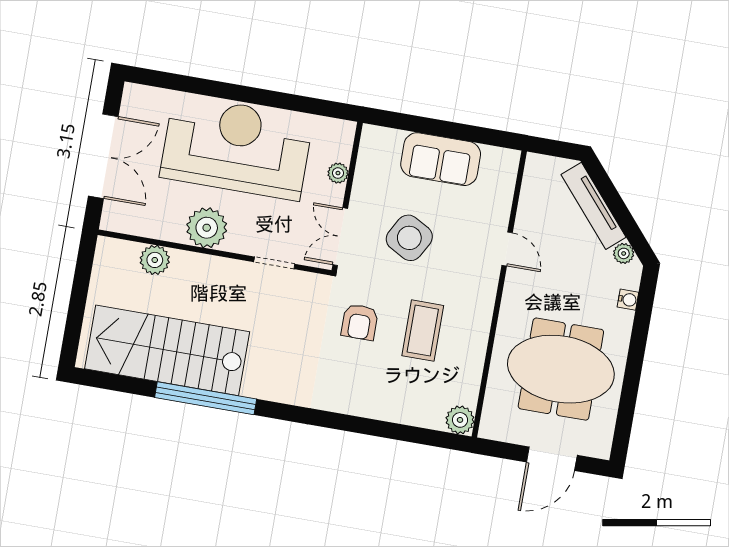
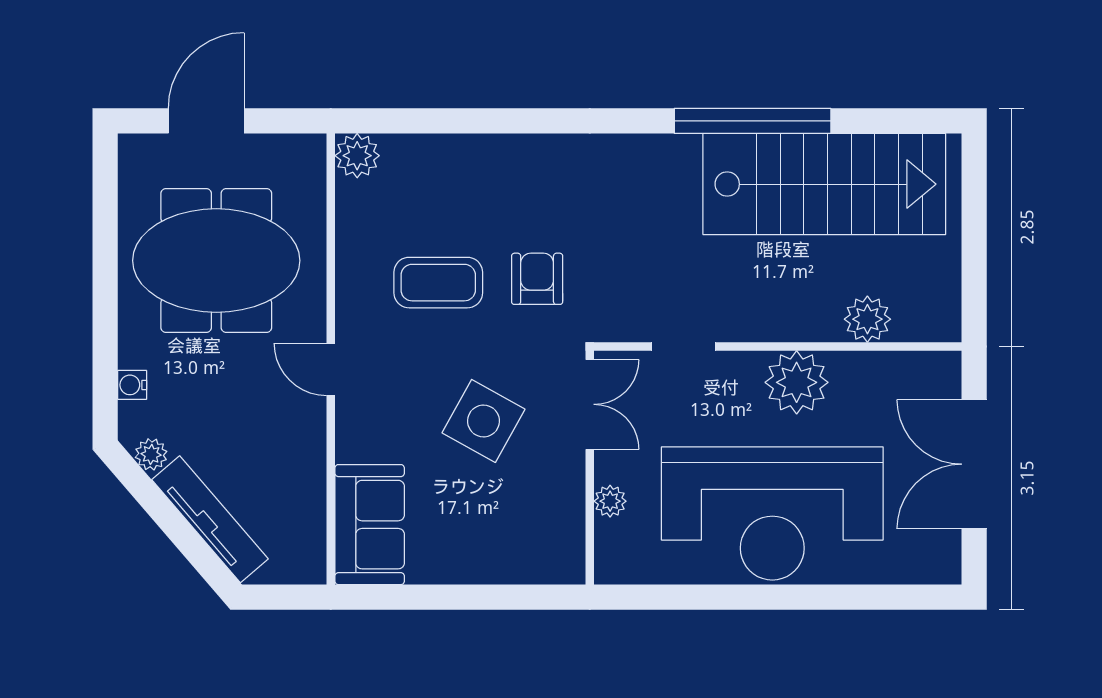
sofa: (441, 159) -> (370, 525), moved, turned 90
door: (507, 249) -> (331, 369), moved
coffee table: (423, 331) -> (438, 283), turned 90

